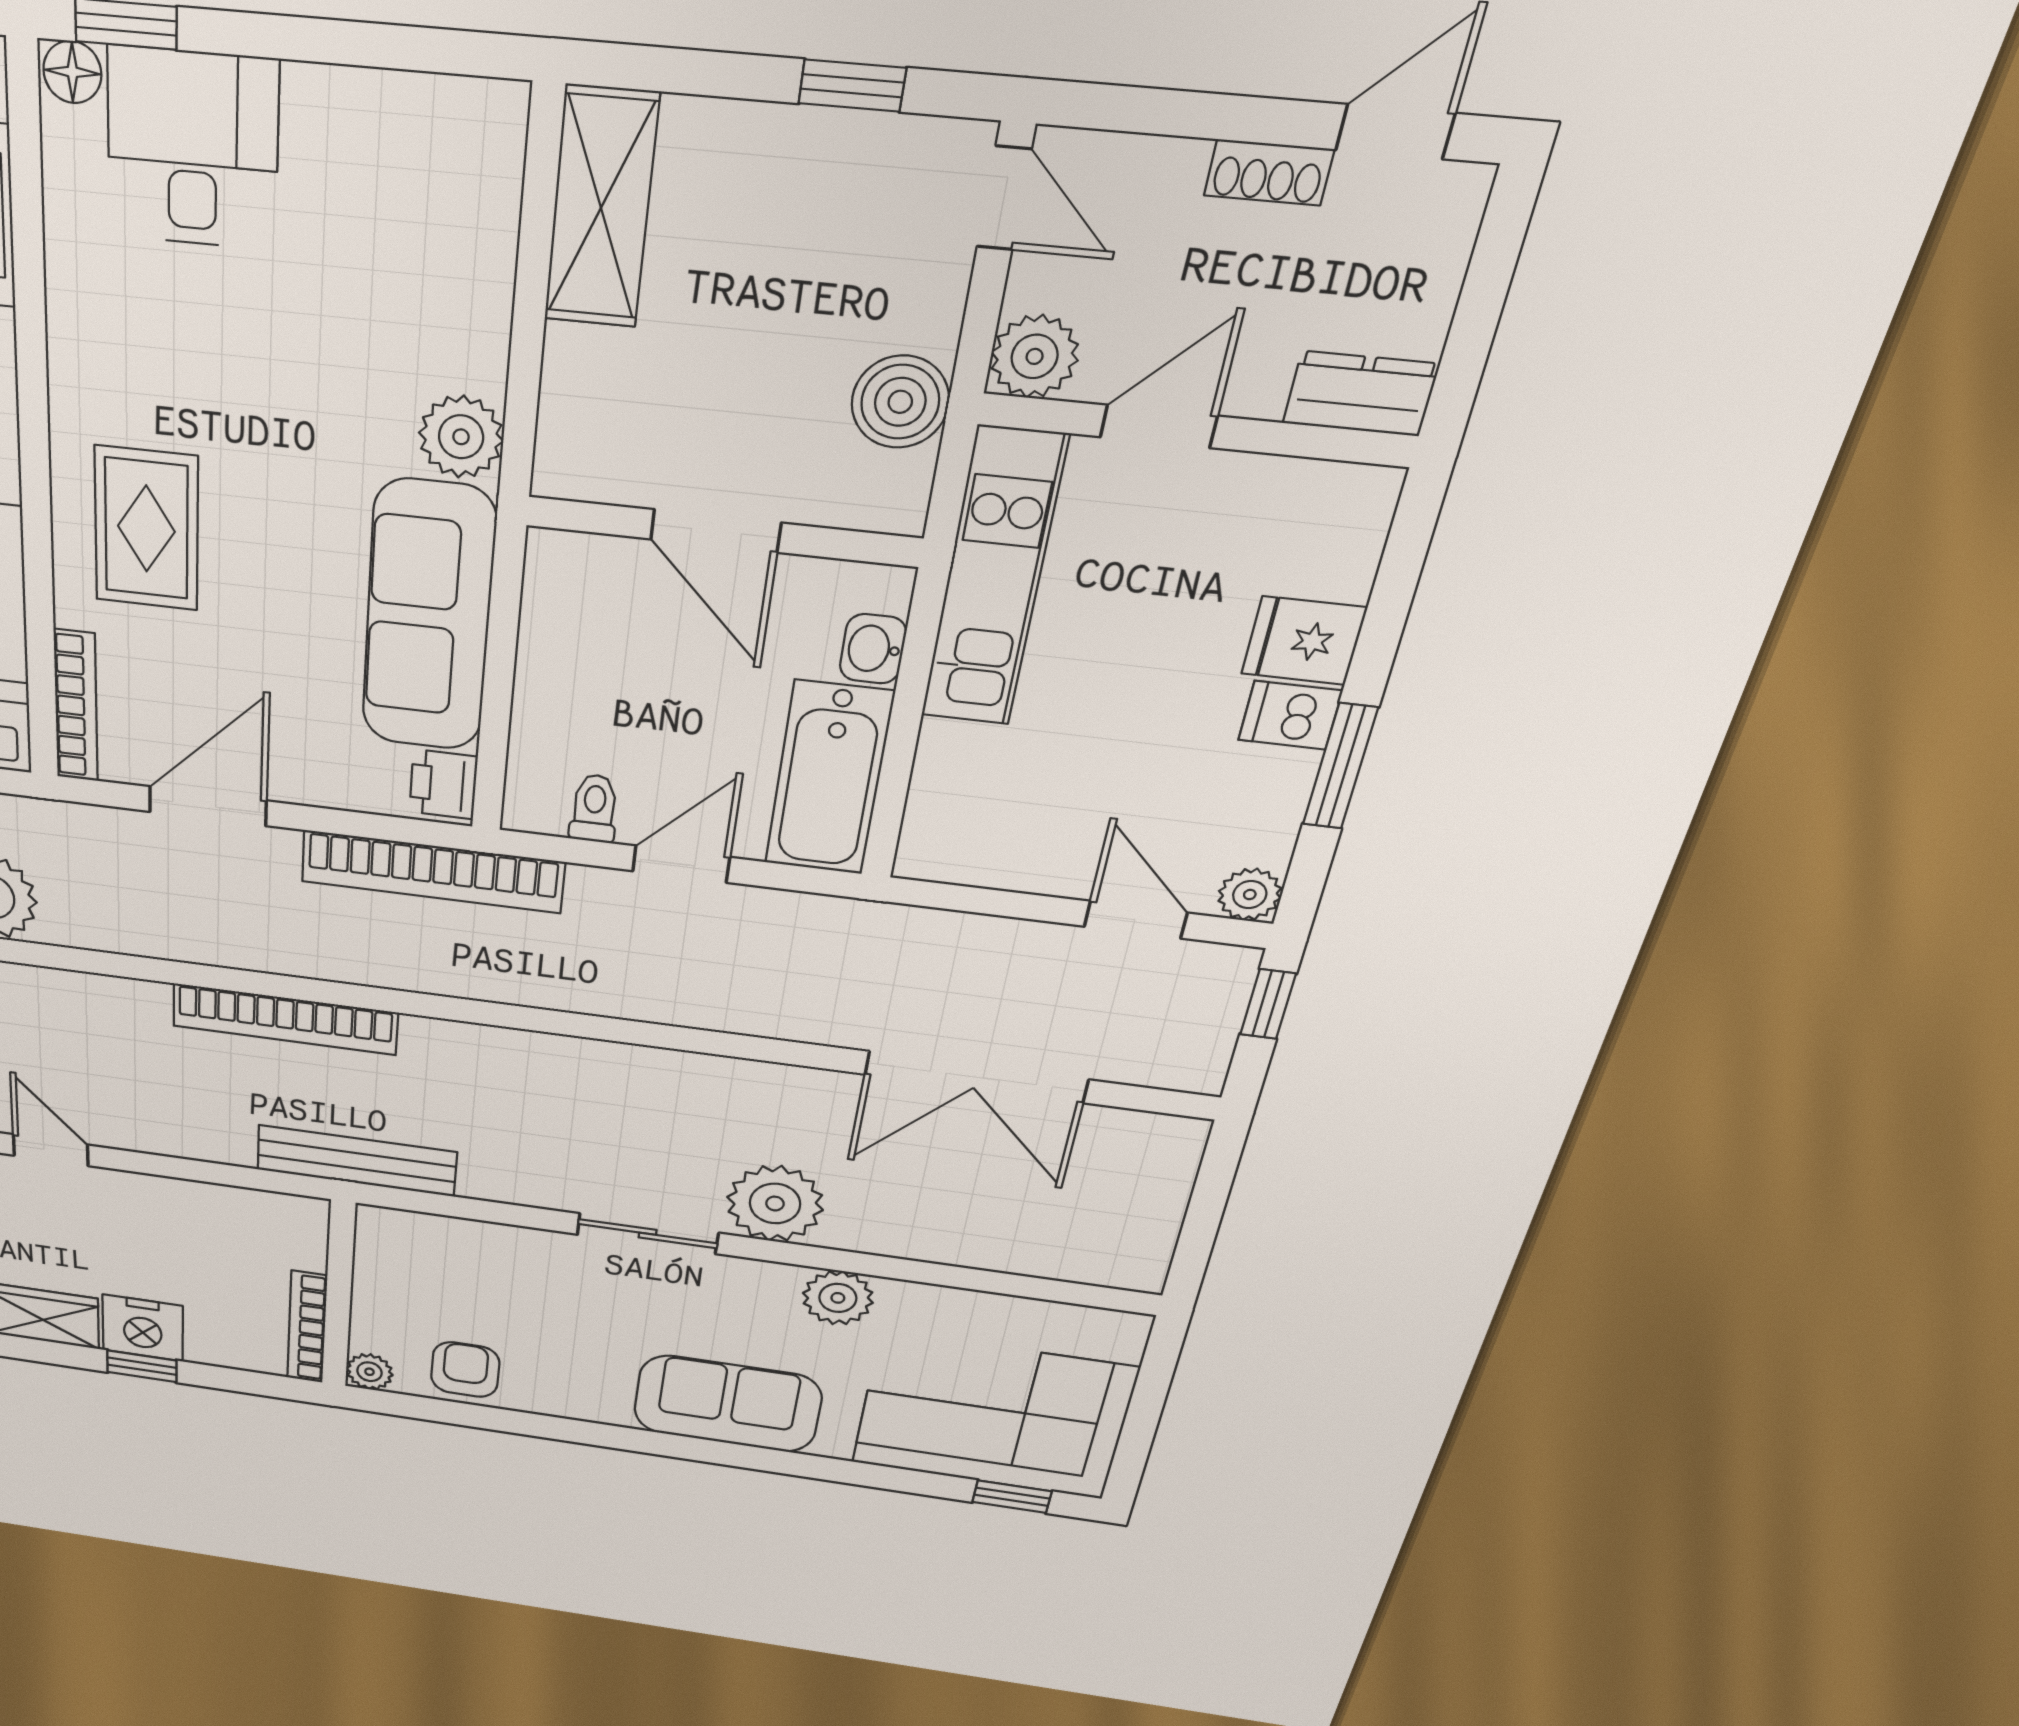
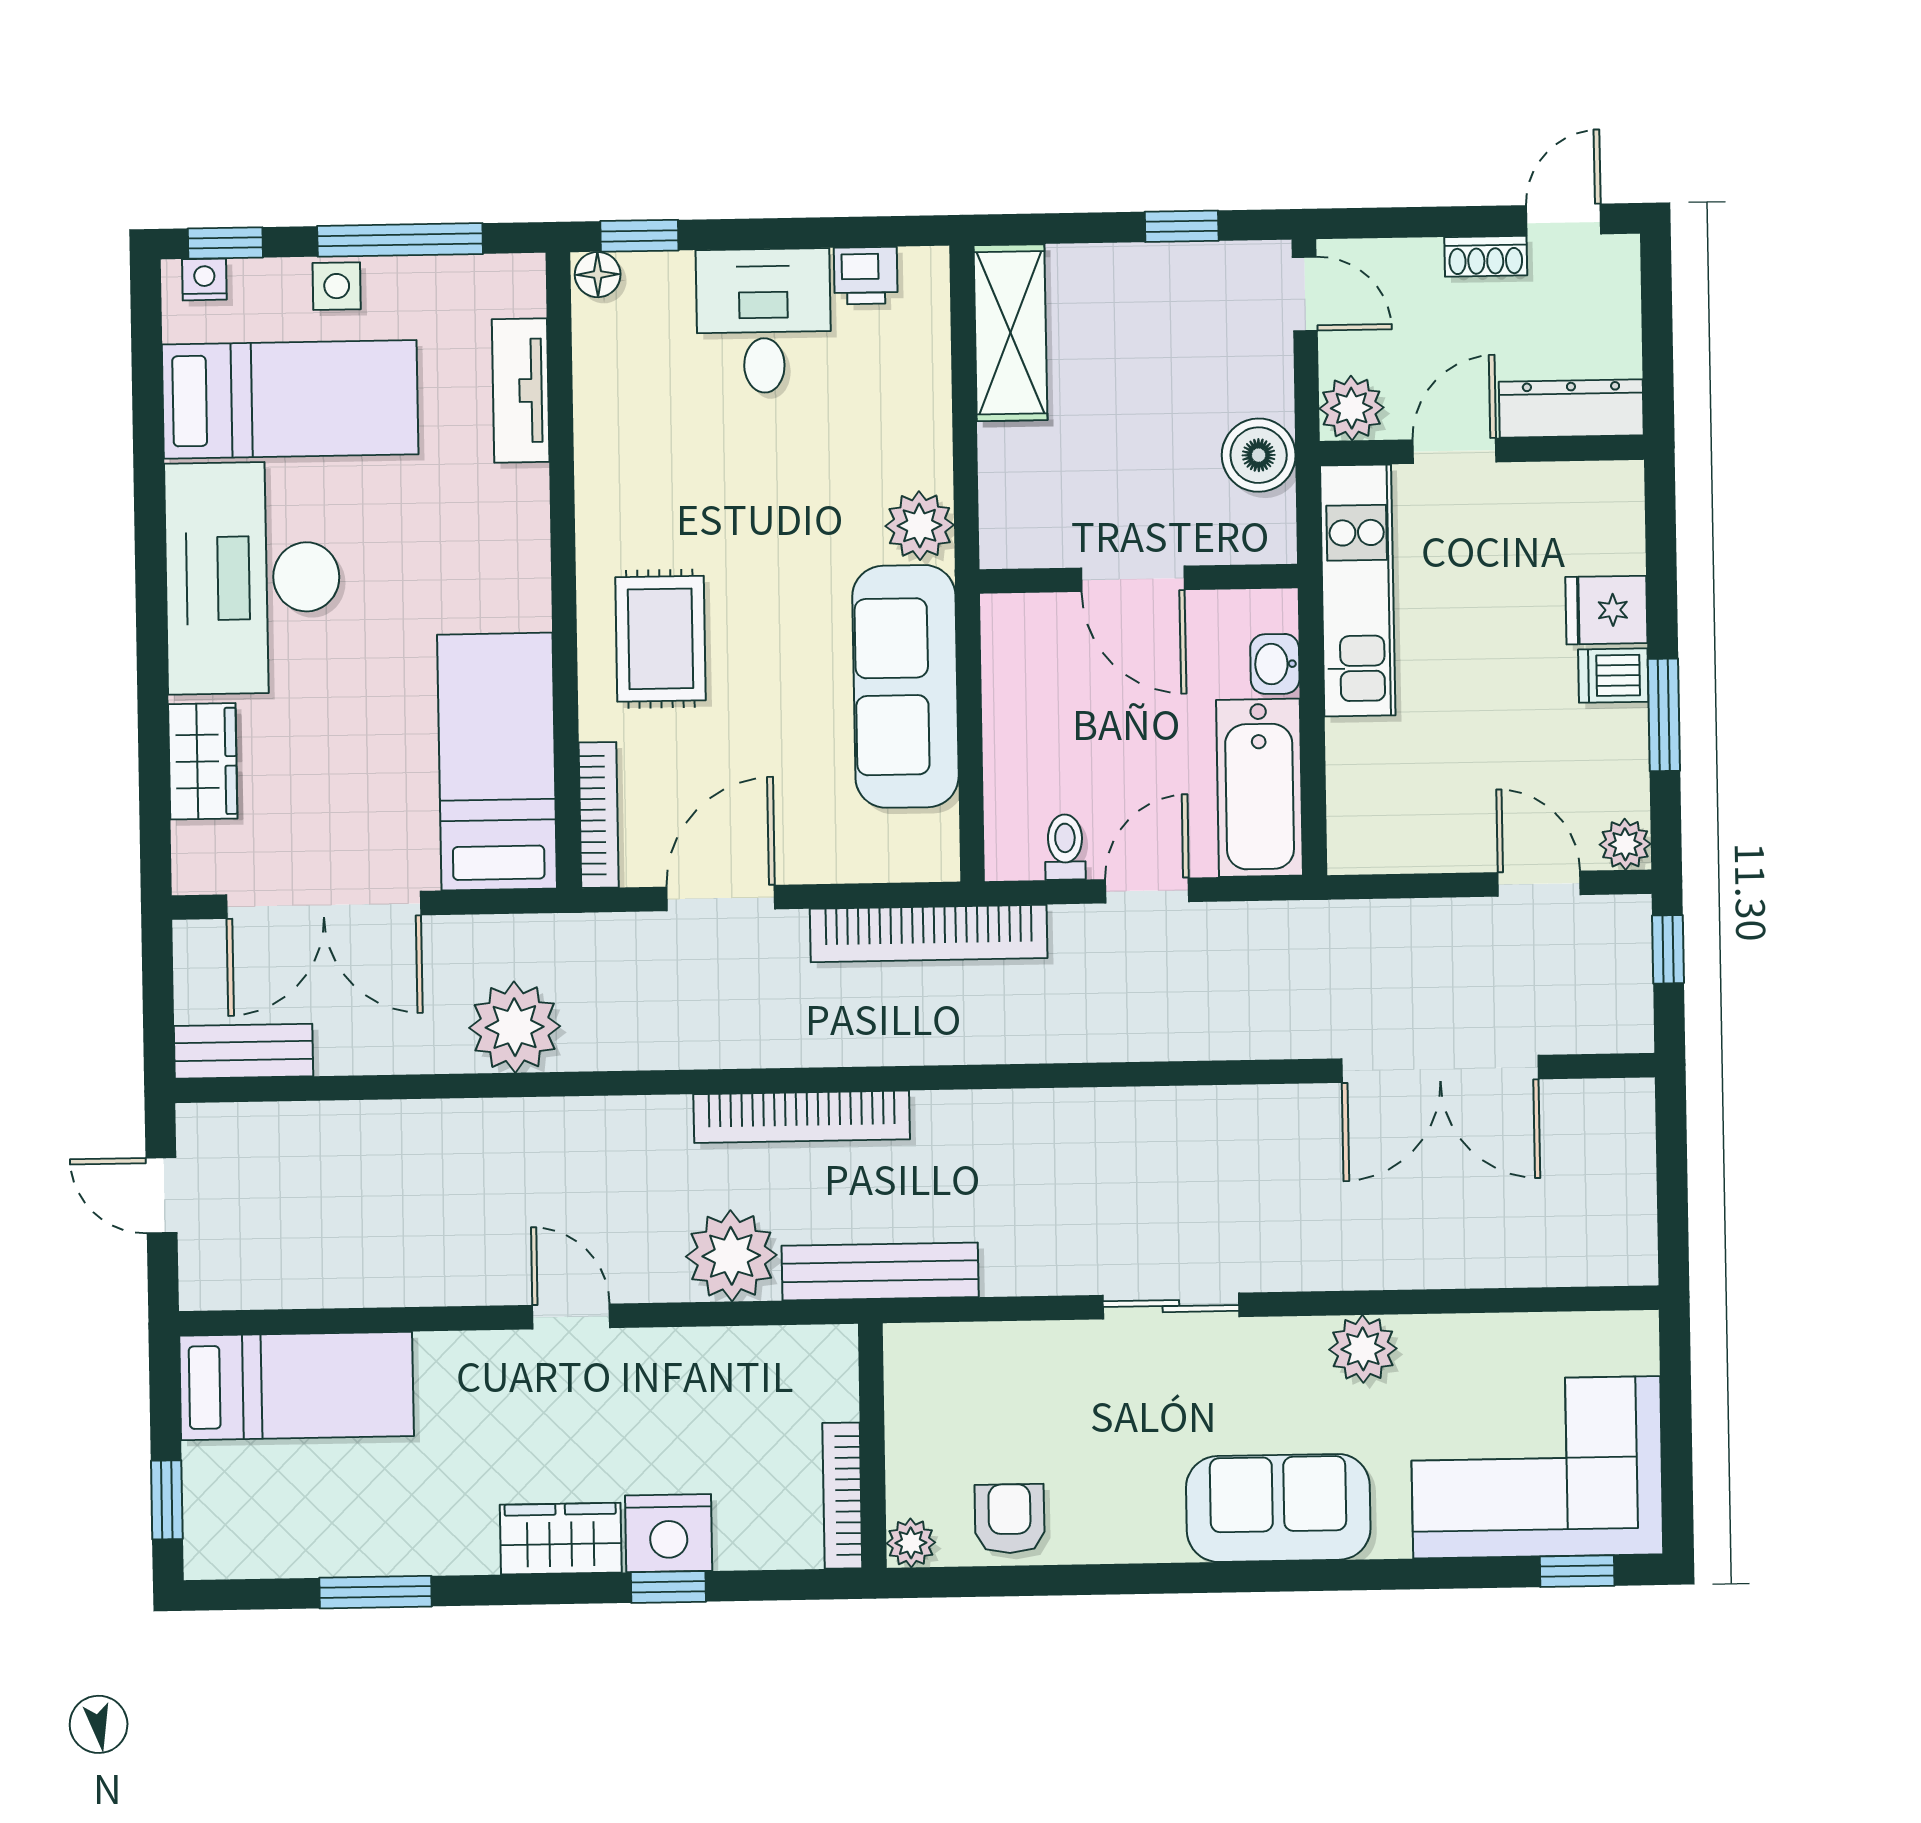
desk: (193, 149) -> (764, 321), moved
dresser: (1361, 394) -> (1571, 409), width x1.44
printer: (443, 784) -> (866, 276), moved, turned -90
plant: (775, 1204) -> (731, 1256), moved

